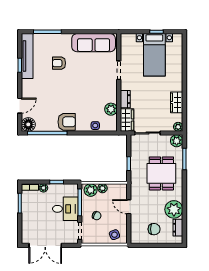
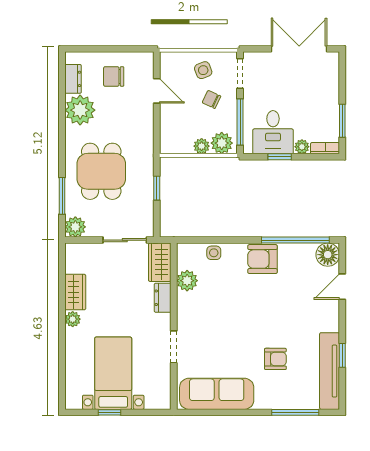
plant: (178, 127) -> (73, 319), moved
door: (129, 207) -> (157, 91), moved
desk: (65, 209) -> (273, 132), moved, turned -90
side table: (114, 235) -> (203, 70), moved

